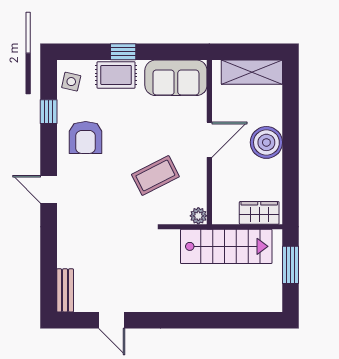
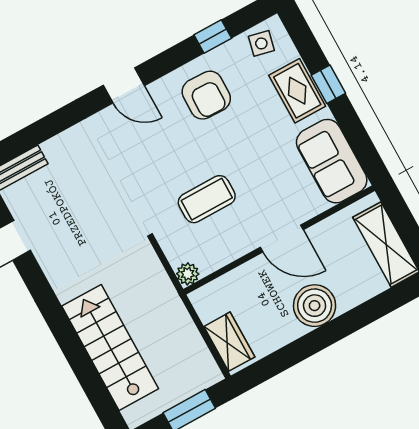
armchair: (86, 137) -> (206, 95), turned -89
coffee table: (155, 175) -> (207, 199), turned -63
door: (49, 189) -> (124, 85), swing flipped
stairs: (226, 246) -> (110, 347), moved, turned 180

